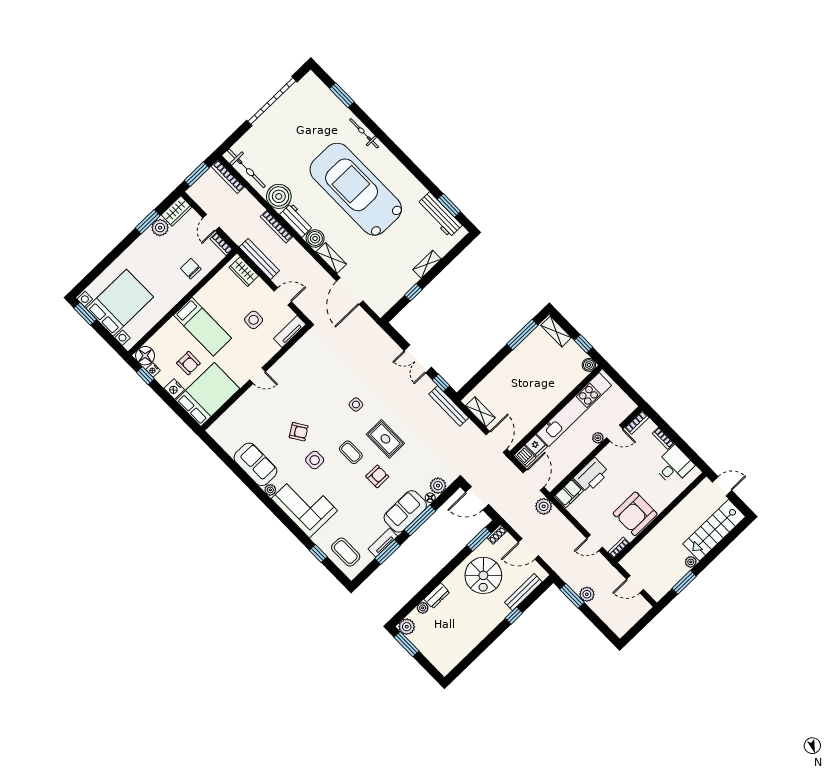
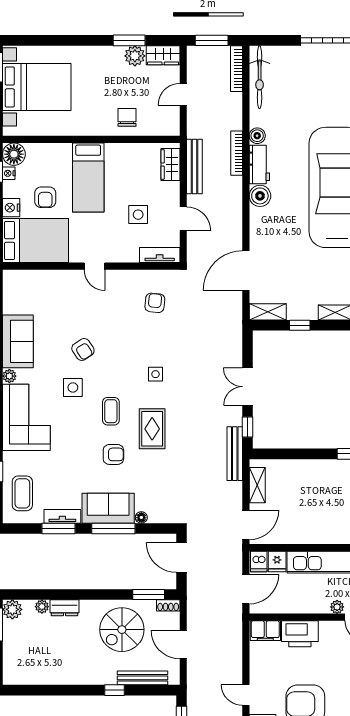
boiler: (279, 196) -> (257, 136), width x0.54, depth x0.54
bookcase: (221, 244) -> (174, 122), removed
shelving: (331, 258) -> (268, 312), moved, turned 90
armchair: (314, 363) -> (155, 303), added
plant: (438, 486) -> (158, 514), removed
plant: (544, 506) -> (232, 621), removed

